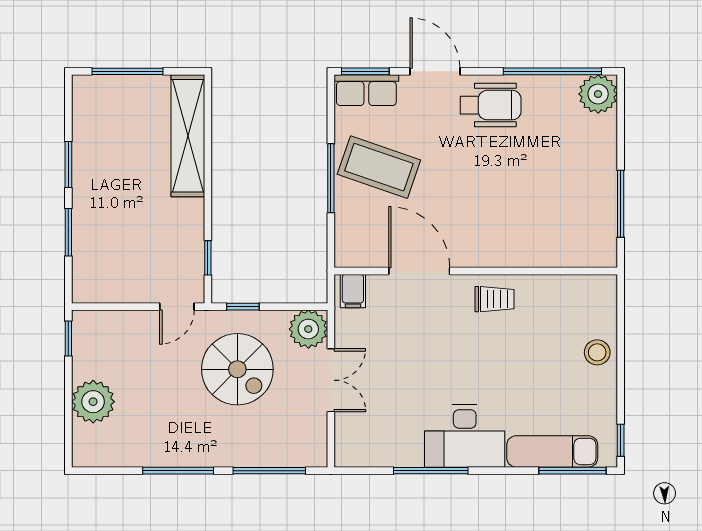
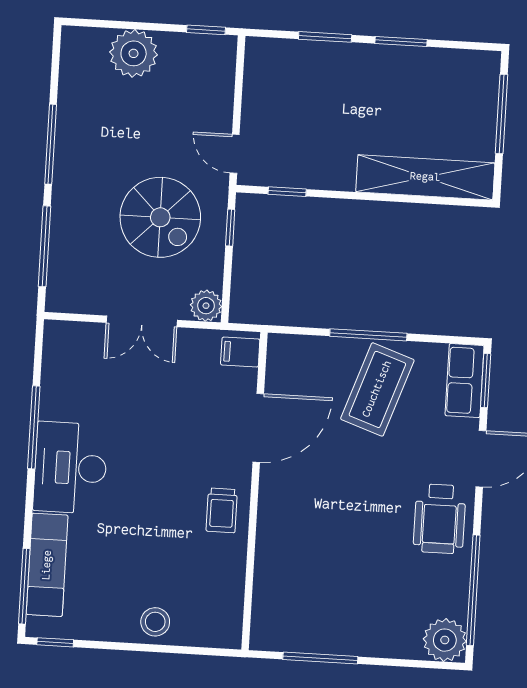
plant: (308, 329) -> (206, 306), width x0.73, depth x0.73
spiral stairs: (237, 369) -> (160, 217), turned -90

